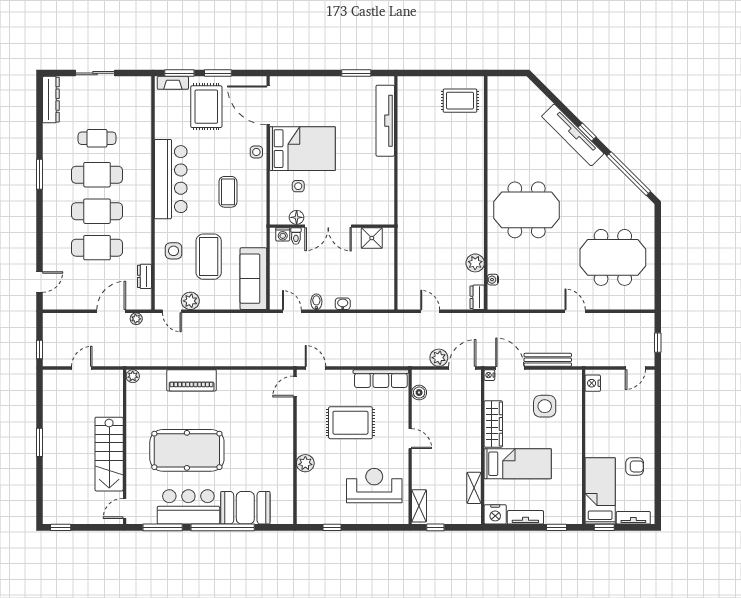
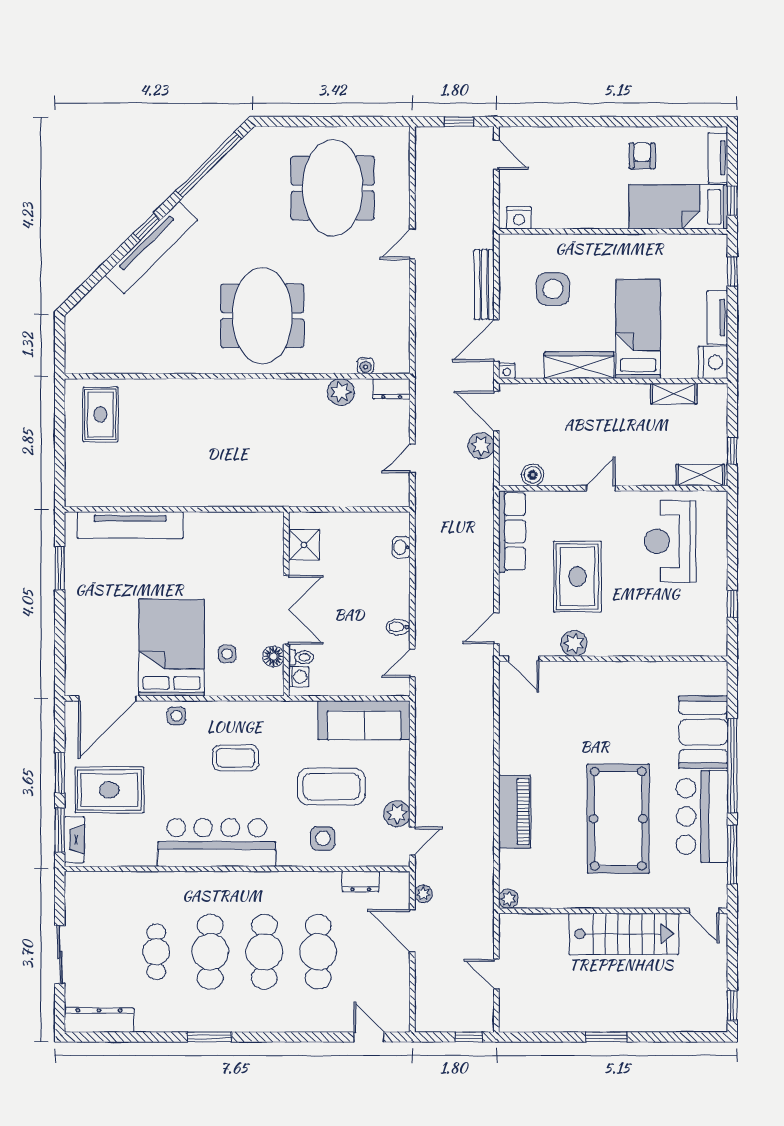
washbasin: (343, 304) -> (401, 547), moved
plant: (305, 463) -> (574, 643), moved

